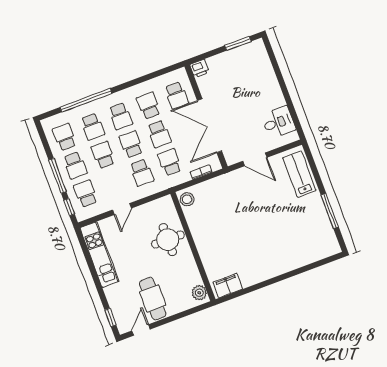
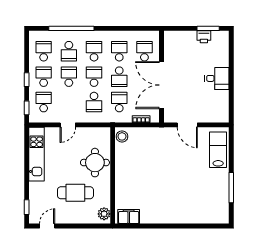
printer: (200, 68) -> (204, 37), moved
school desk: (177, 95) -> (144, 51), turned 180
school desk: (121, 116) -> (94, 51), turned 180
desk: (278, 122) -> (217, 78), moved
school desk: (75, 165) -> (44, 77), turned 180
window: (57, 176) -> (27, 80), width x0.46
cafe table: (153, 299) -> (75, 193), moved, turned 90

